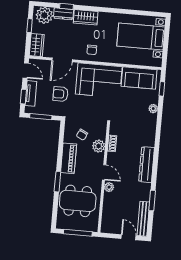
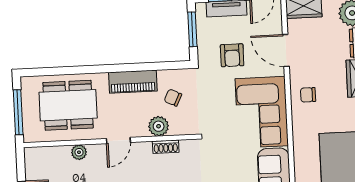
armchair: (60, 94) -> (232, 55), turned 180
window: (57, 182) -> (94, 69), removed
plant: (109, 187) -> (79, 152), moved
dining table: (78, 201) -> (68, 105), turned 90

